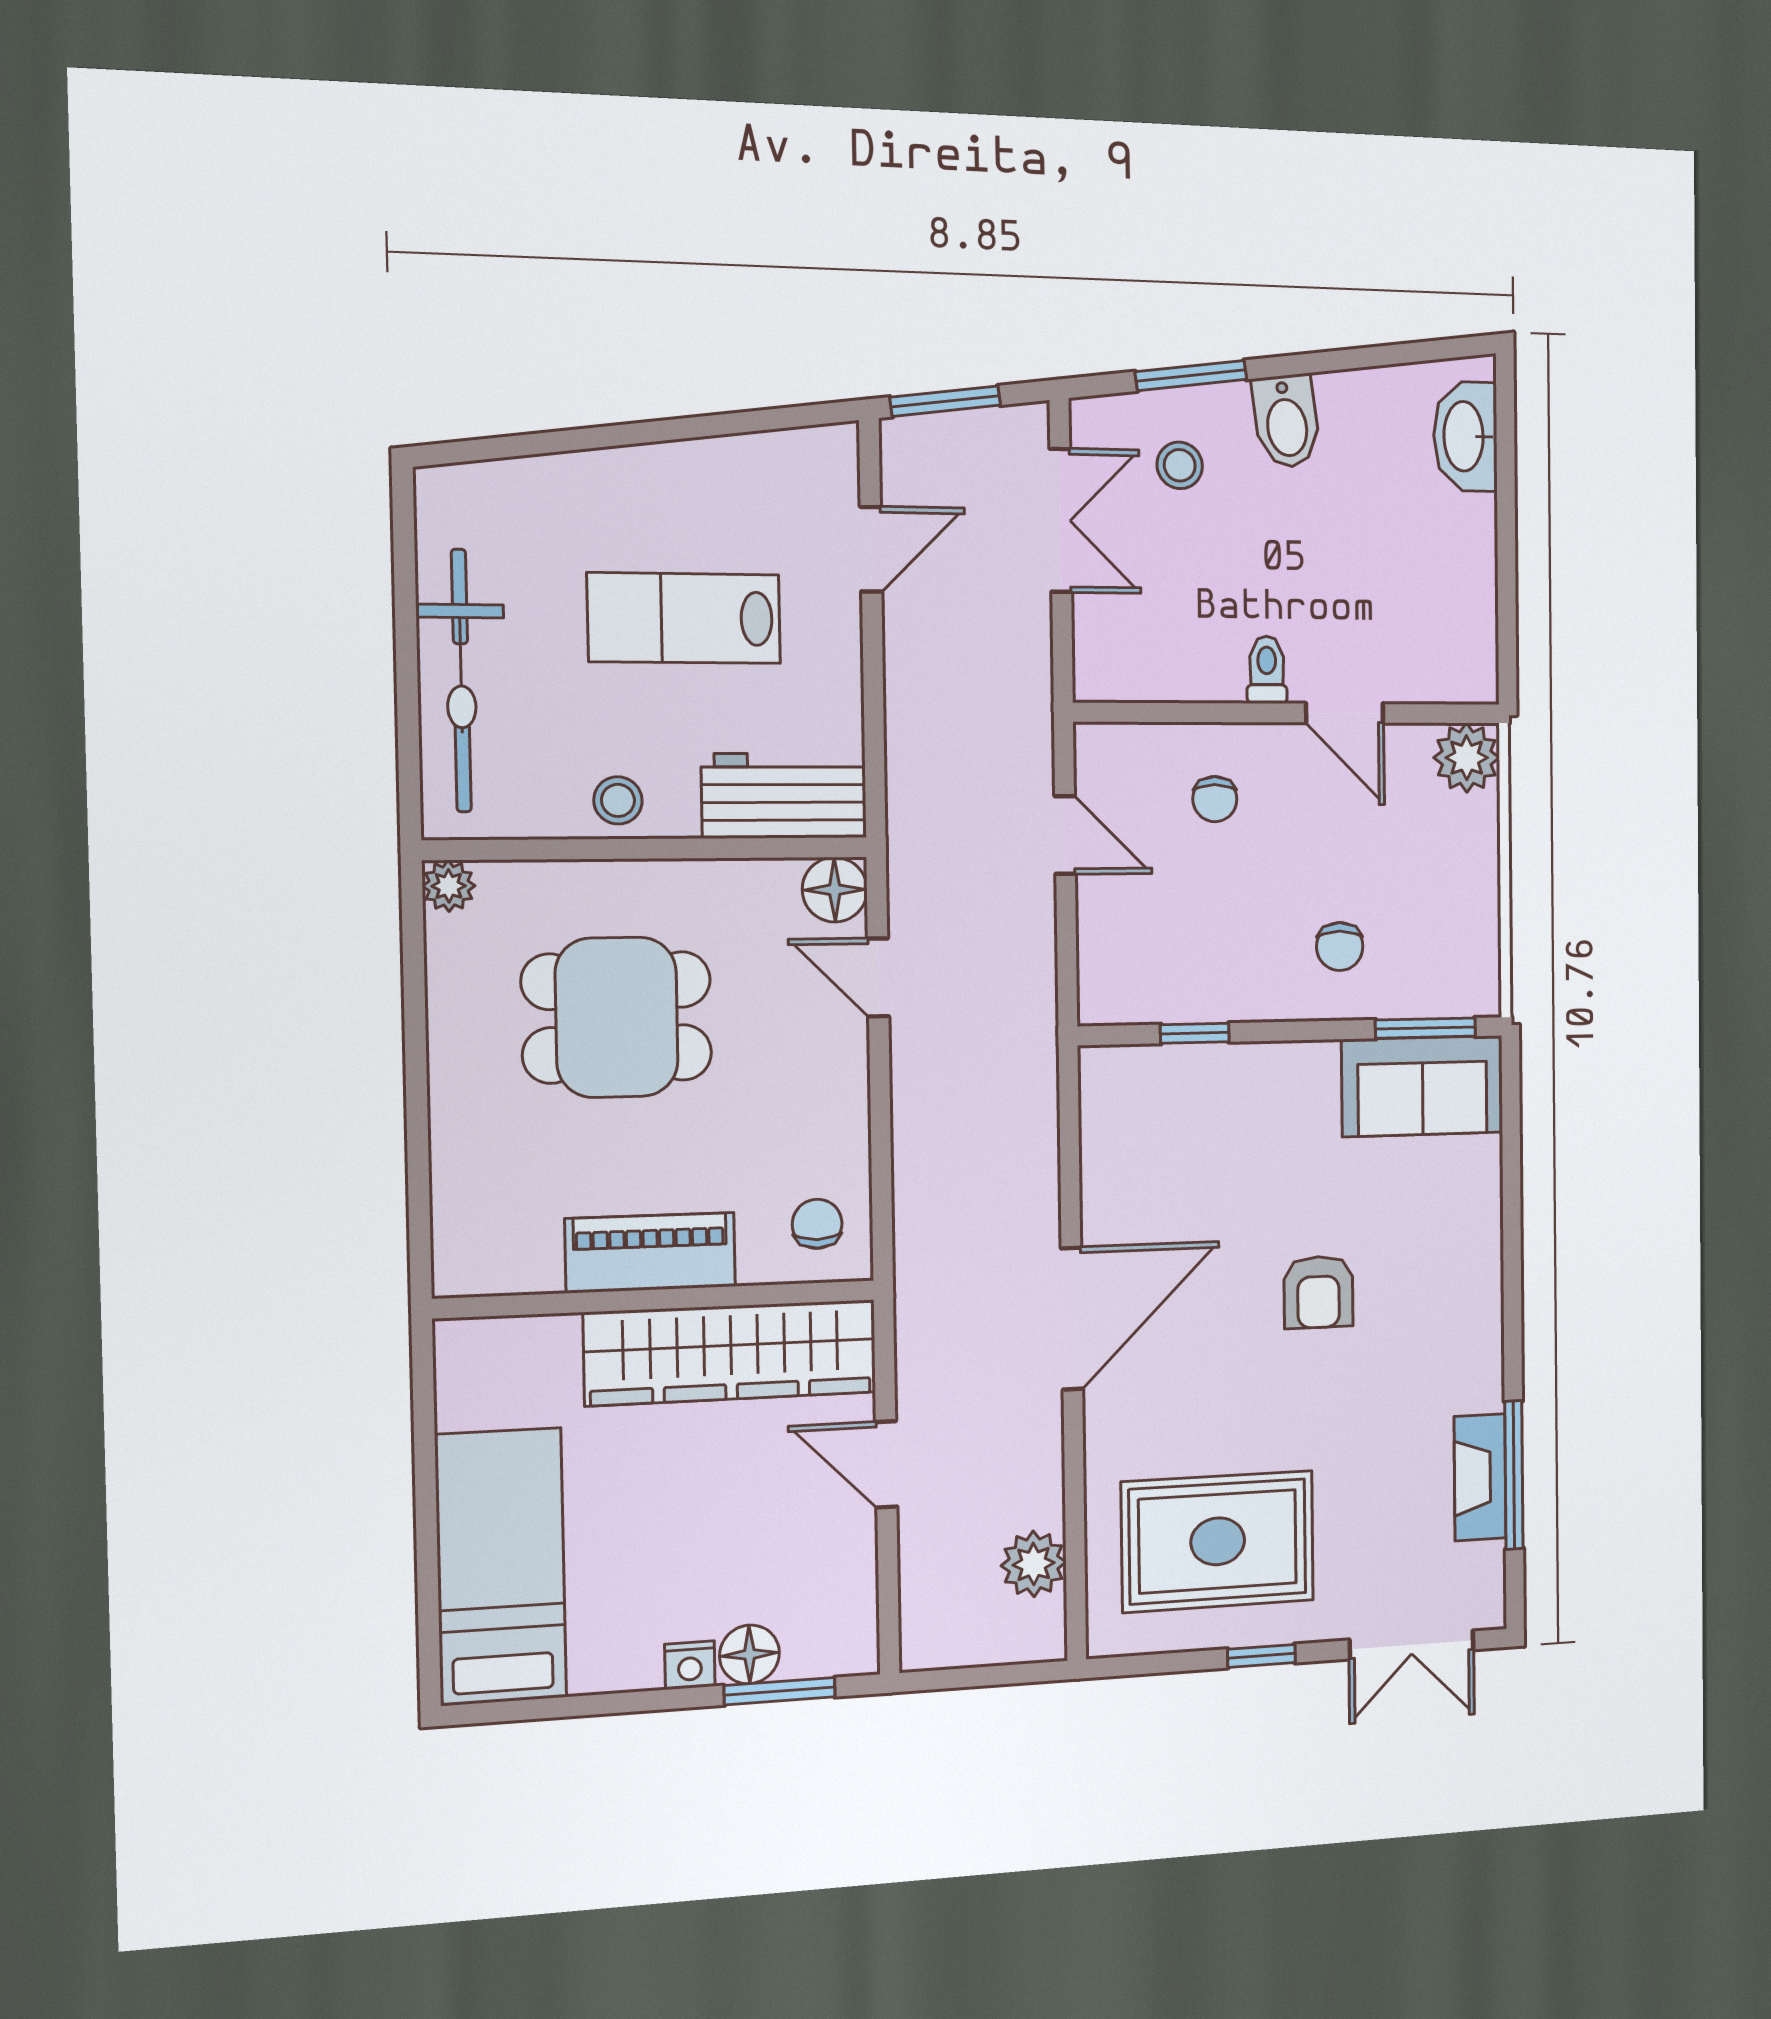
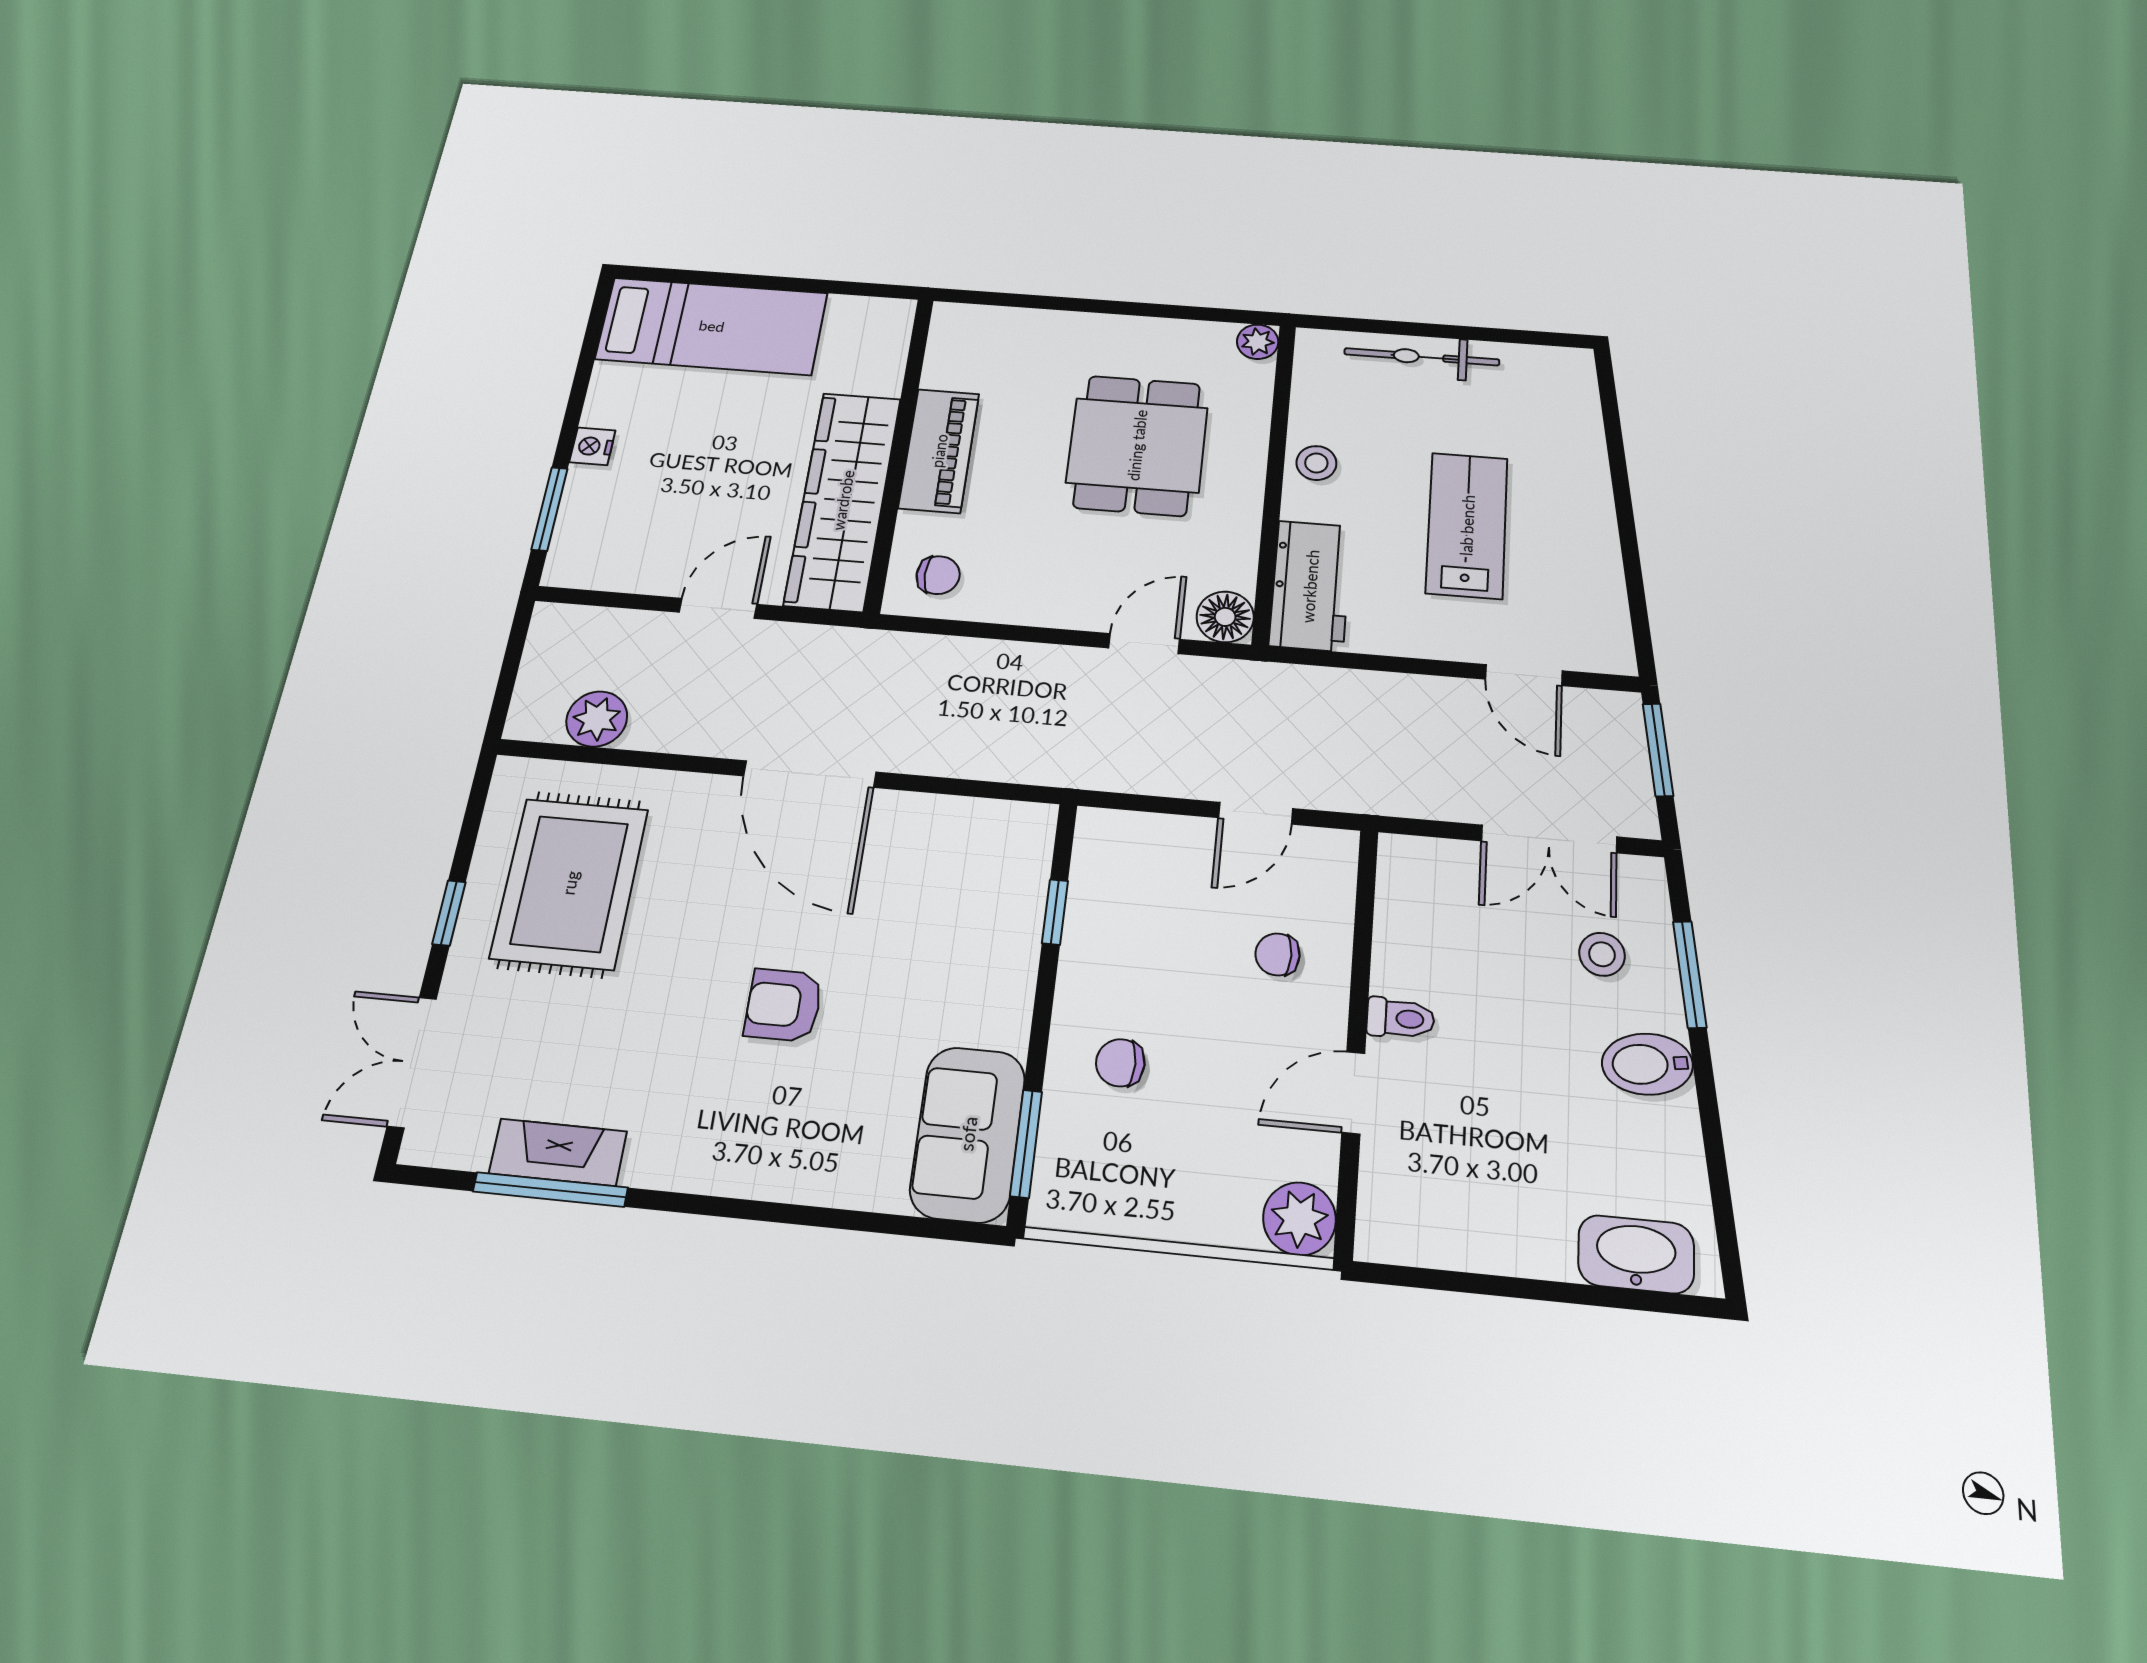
bicycle: (461, 681) -> (1422, 357), width x0.73, depth x0.71
floor lamp: (749, 1654) -> (587, 490), removed

